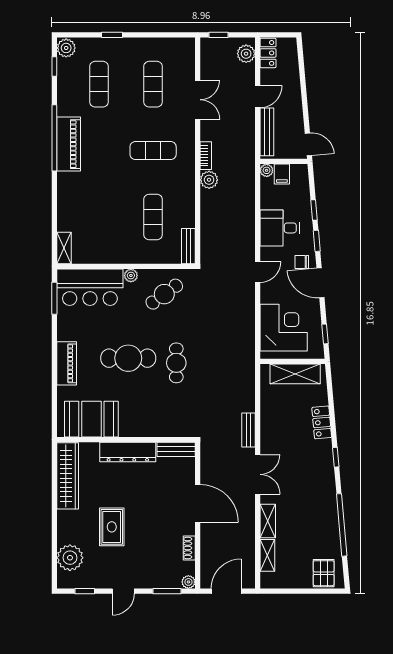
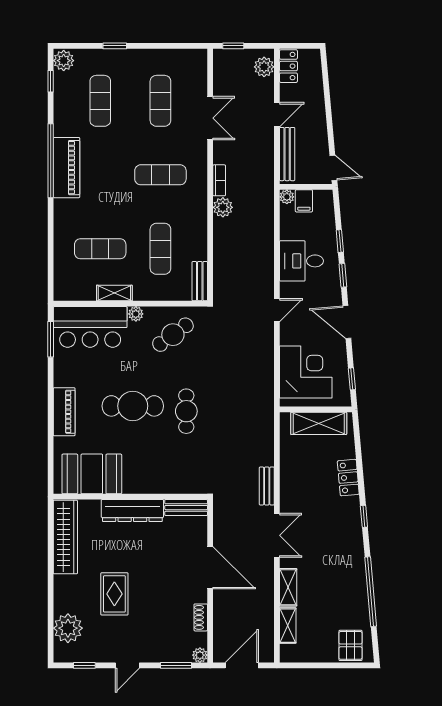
exercise mat: (99, 217) -> (100, 249), added
shelving: (64, 248) -> (114, 293), moved, turned 90
chair: (302, 262) -> (326, 299), removed

